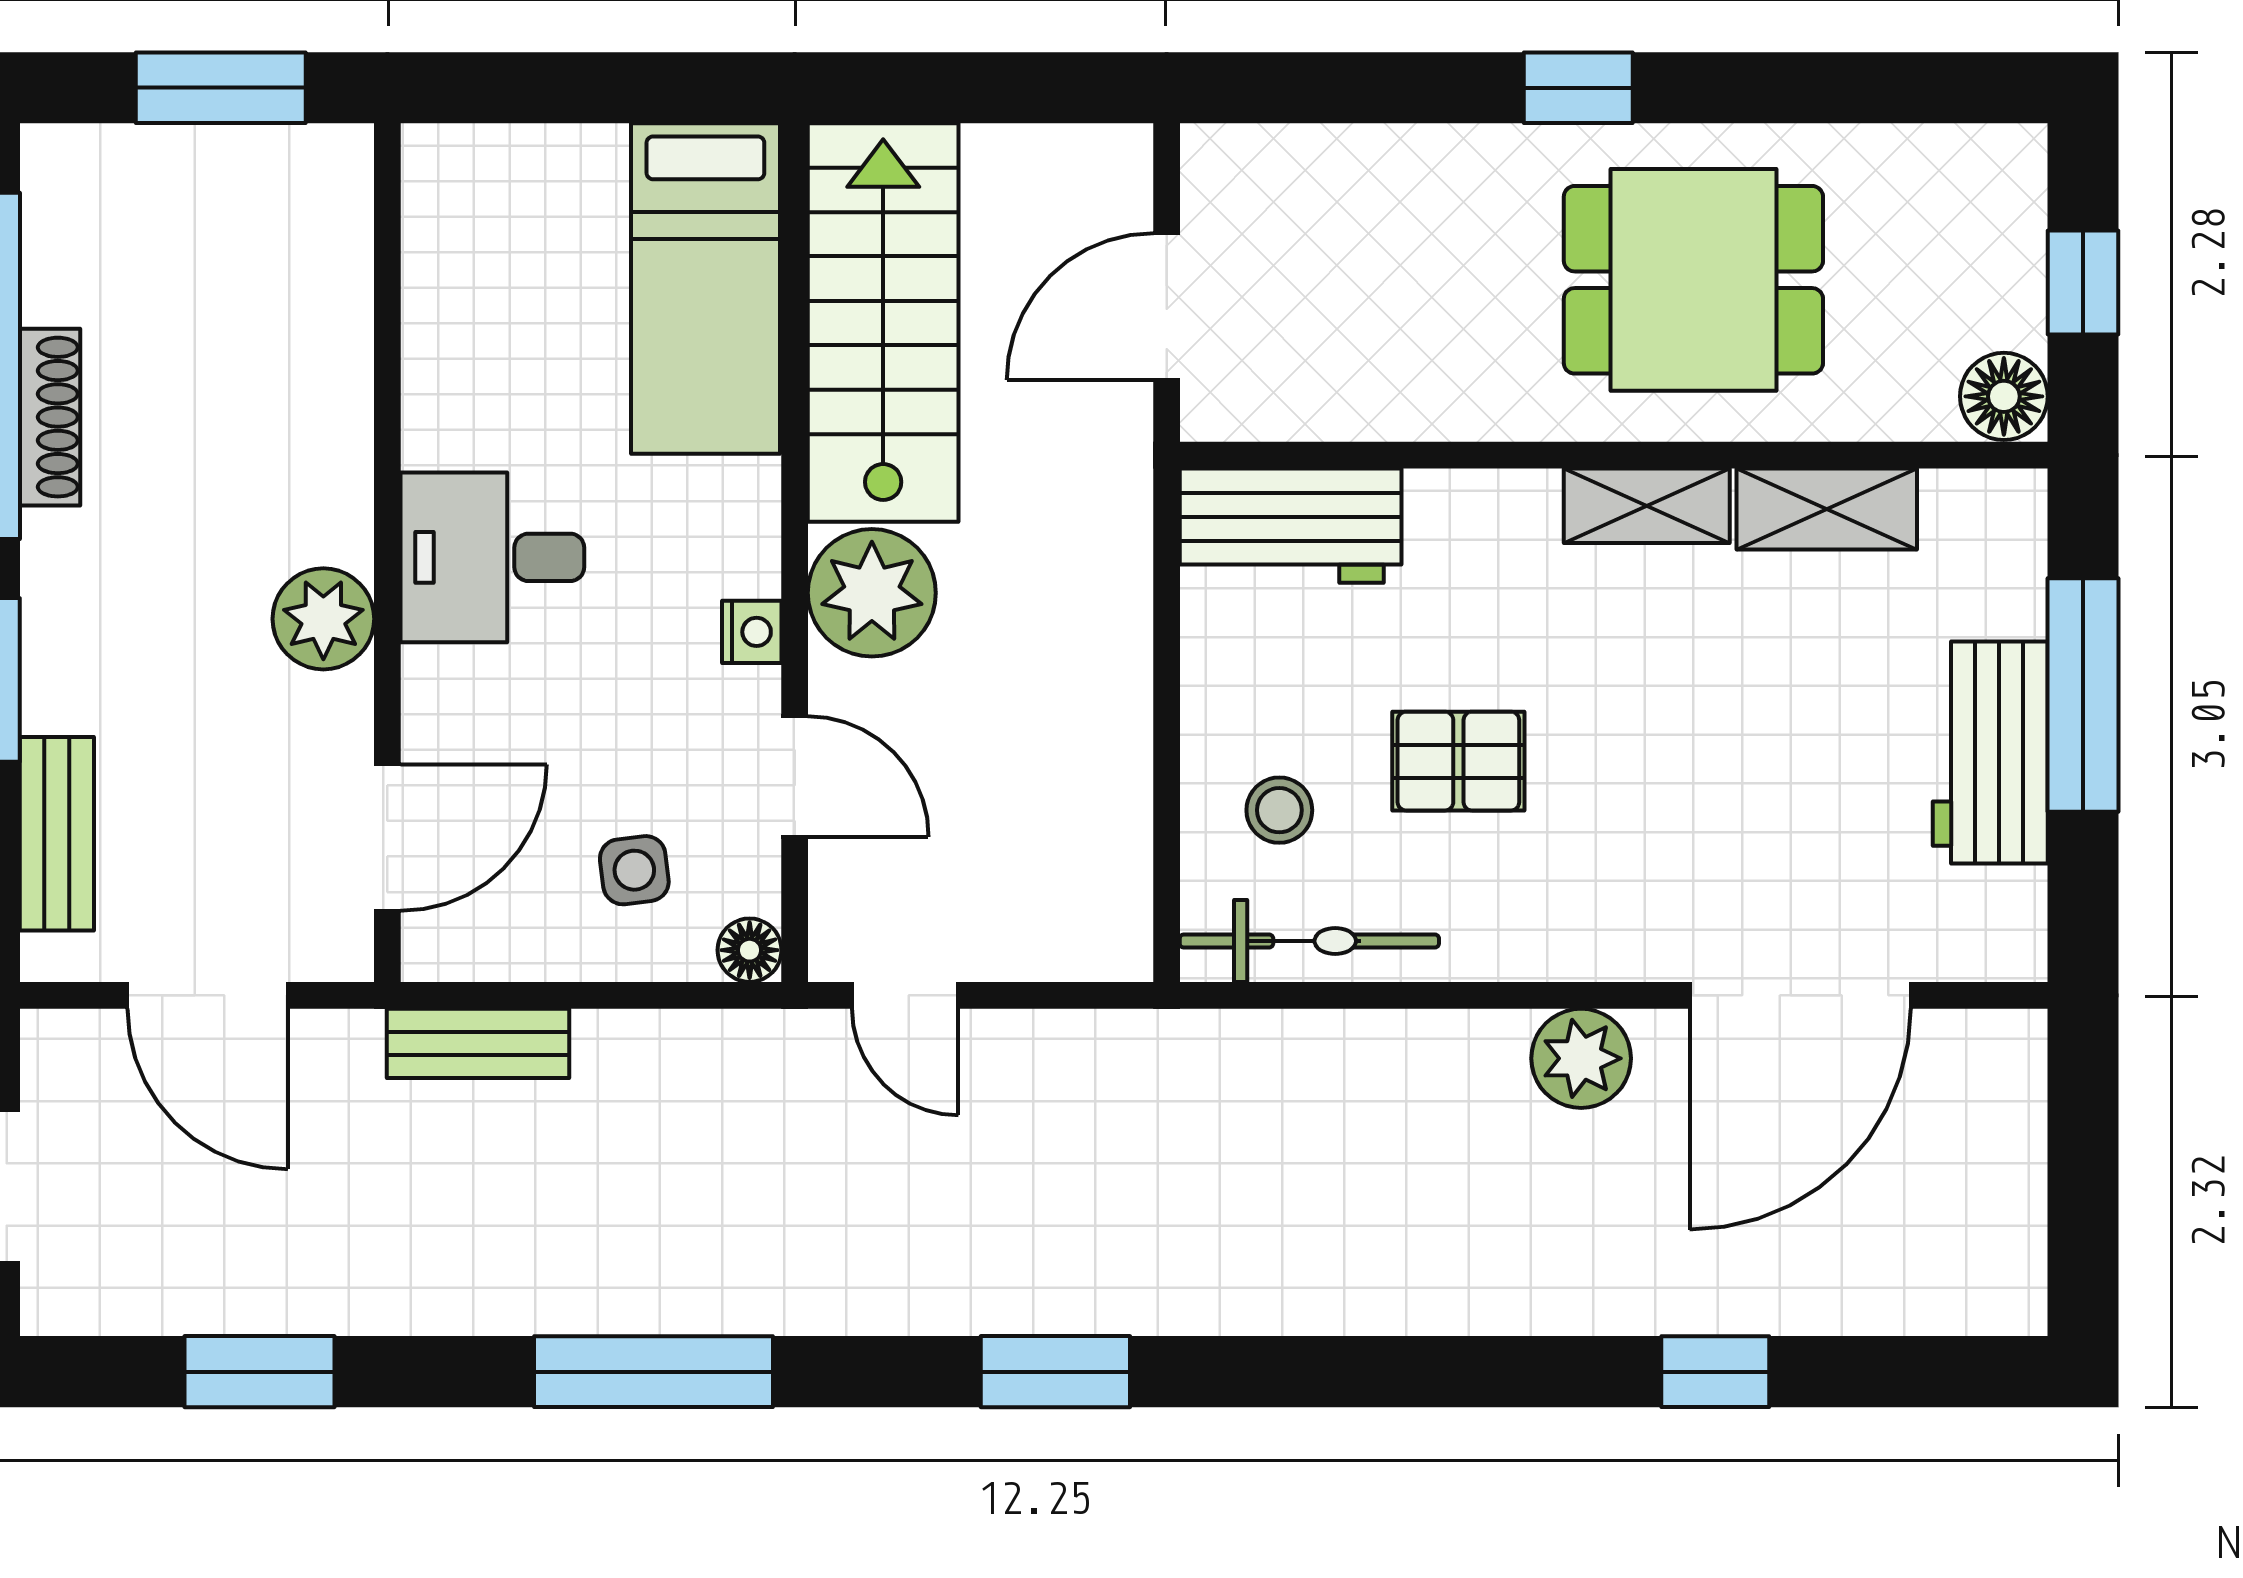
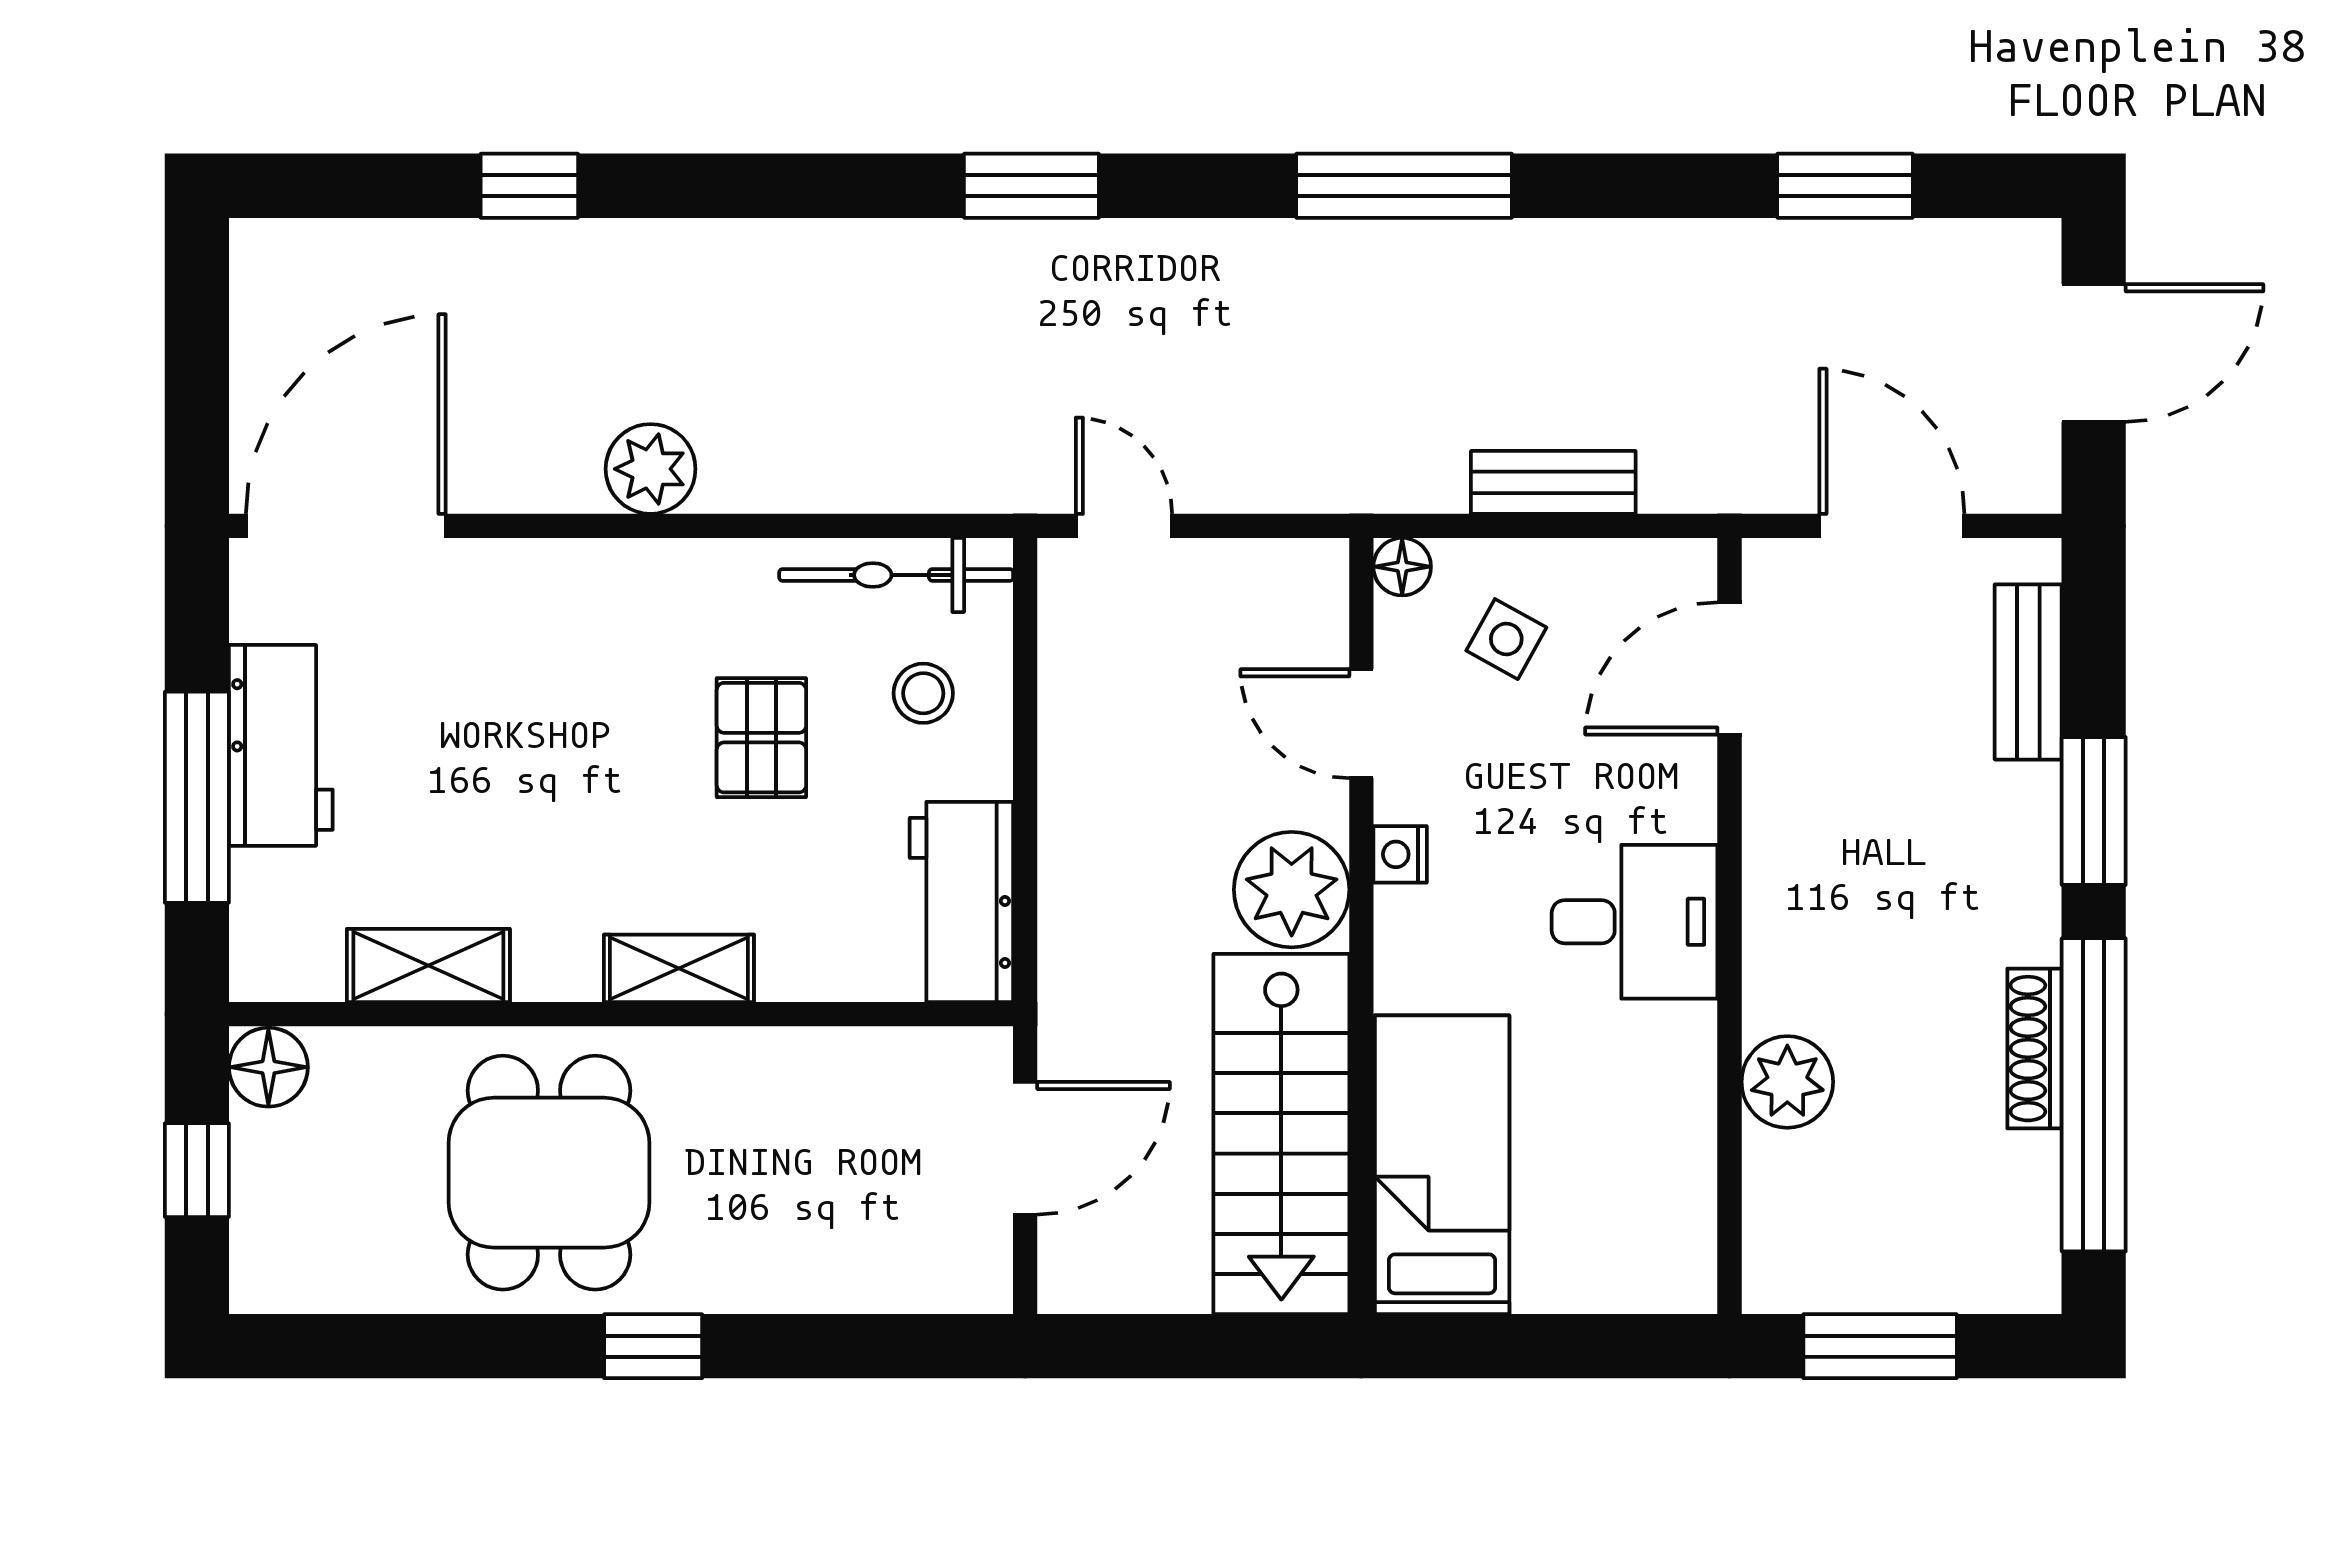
dining table: (1693, 280) -> (549, 1173), turned 90
shelving: (1647, 506) -> (679, 968), moved
workbench: (1291, 526) -> (961, 902), moved, turned -90
plant: (323, 619) -> (1787, 1082), moved
pallet: (1458, 761) -> (761, 738), turned 90
side table: (634, 870) -> (1506, 639), turned 36
door: (905, 995) -> (1124, 526), moved
door: (1800, 995) -> (346, 526), moved
bench: (478, 1043) -> (1553, 482), moved
window: (654, 1372) -> (1404, 186), moved
window: (1055, 1372) -> (1031, 186), moved

